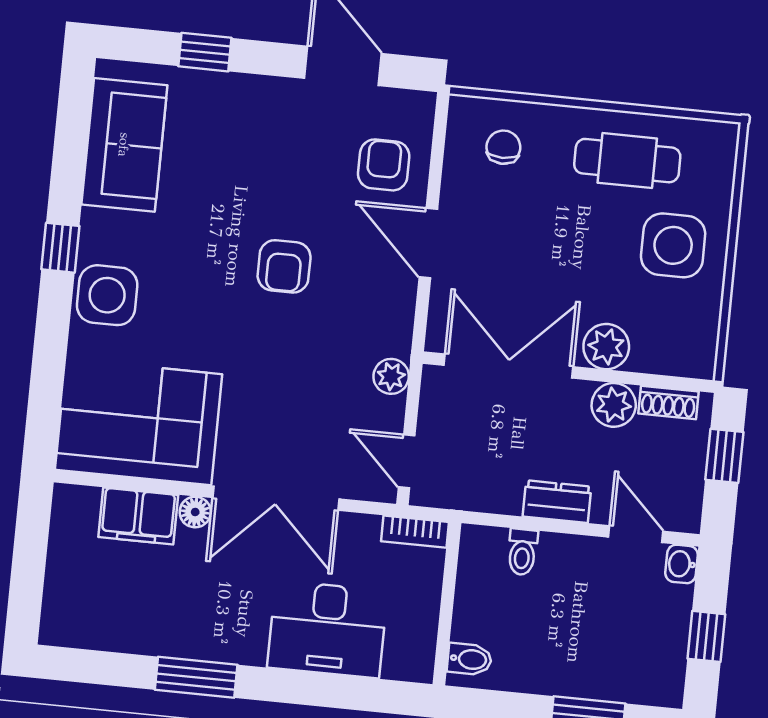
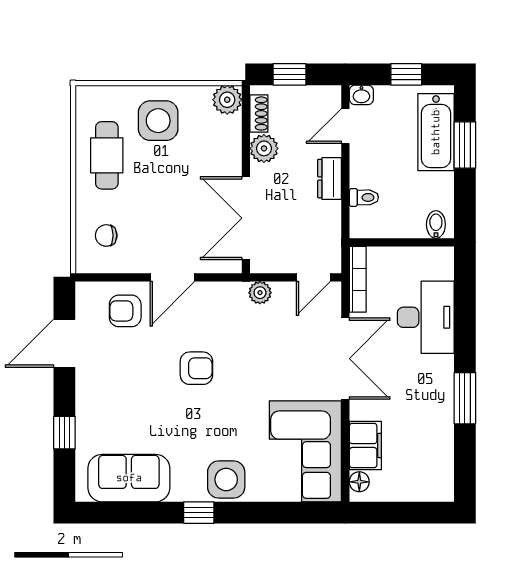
plant: (606, 347) -> (227, 100), moved
floor lamp: (195, 512) -> (359, 482), moved
bookcase: (415, 532) -> (358, 279), width x1.56
bathtub: (612, 674) -> (436, 132), added

